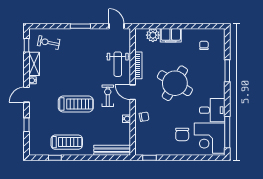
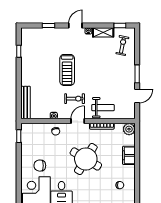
door: (116, 26) -> (137, 96), moved
plant: (153, 35) -> (129, 129), moved
weight bench: (118, 64) -> (103, 108), turned 180
door: (26, 95) -> (75, 26), hinge flipped
treadmill: (67, 142) -> (33, 62), removed

